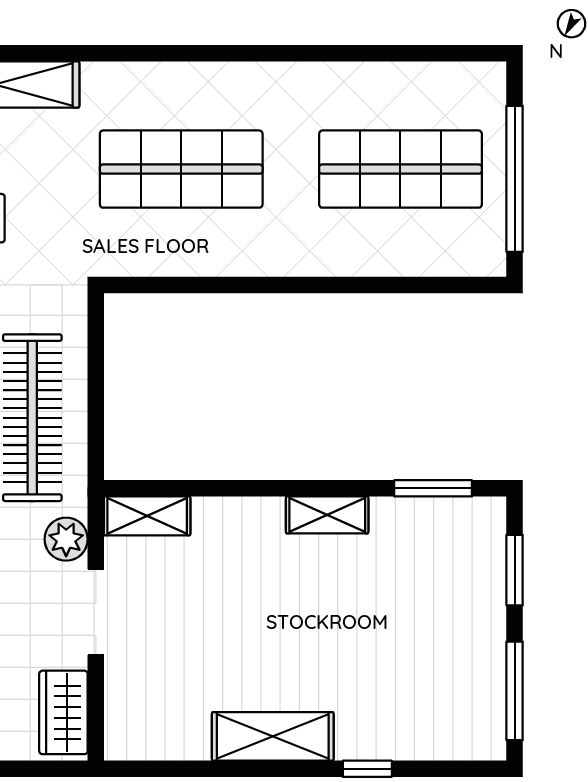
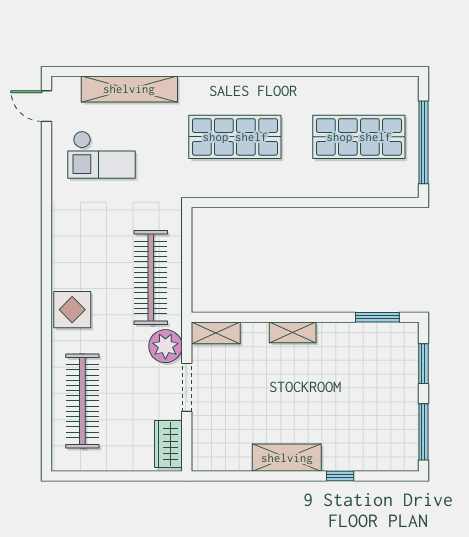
shelving: (327, 515) -> (293, 332), moved
plant: (66, 539) -> (165, 346), width x1.36, depth x1.36

